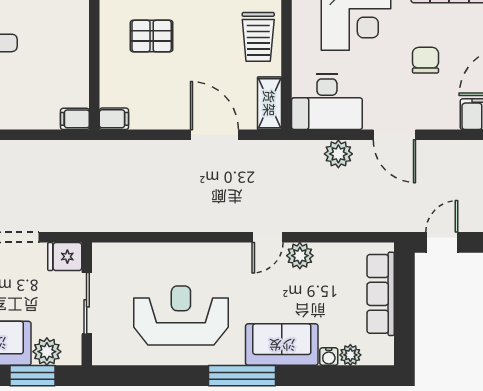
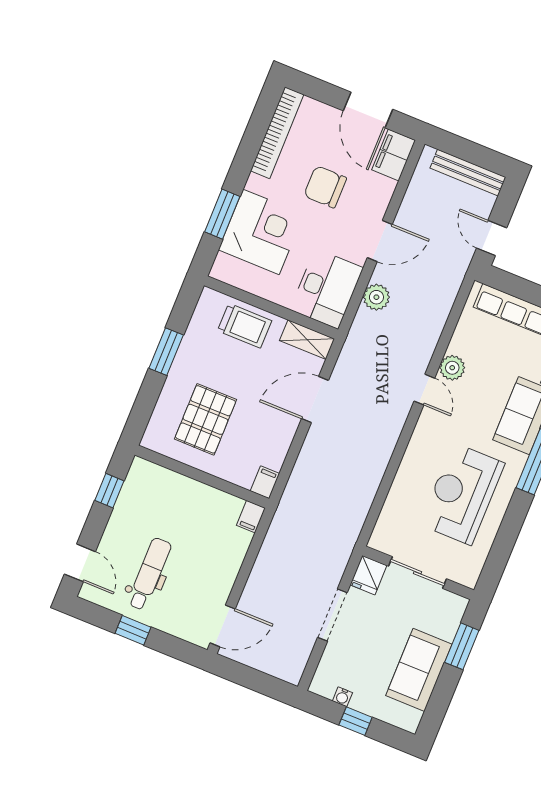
pallet: (152, 36) -> (205, 419), width x1.50, depth x1.42
chair: (425, 60) -> (325, 187), width x1.37, depth x1.37
plant: (47, 352) -> (446, 625), removed

